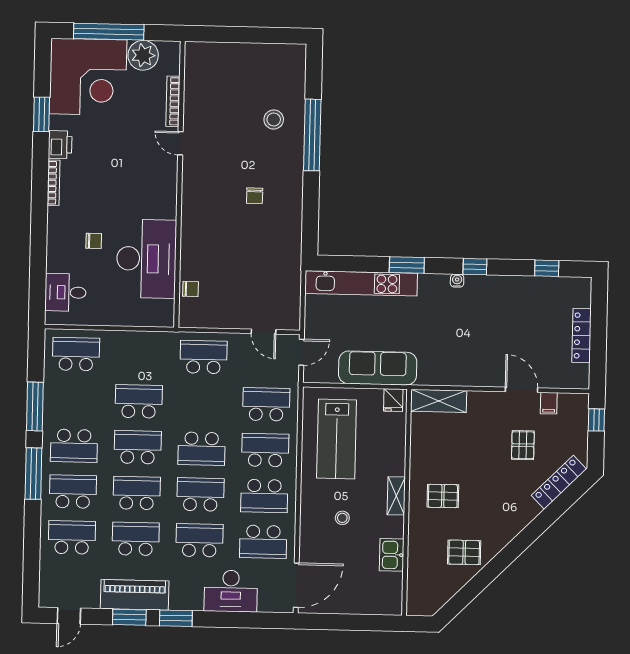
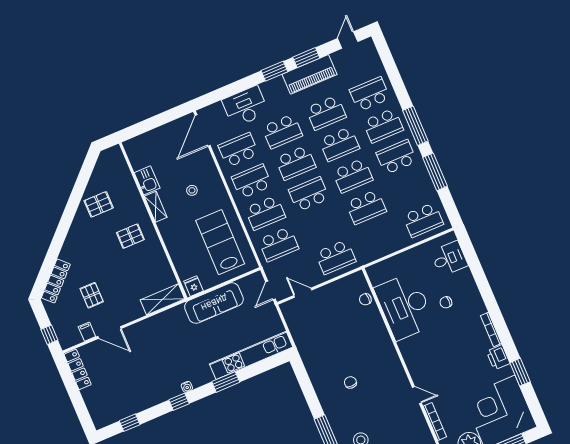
locker: (582, 336) -> (78, 369), moved
shelving: (396, 496) -> (156, 207), moved
school desk: (72, 537) -> (370, 94), turned 180

